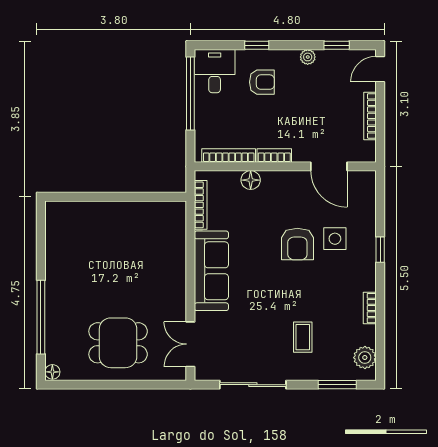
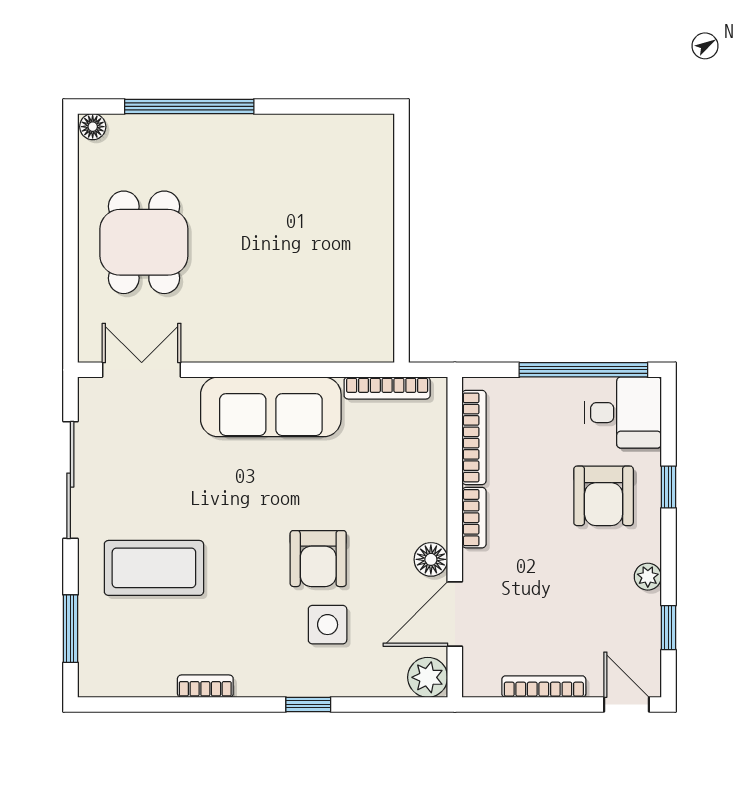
armchair: (262, 82) -> (604, 496), width x1.38, depth x1.38
floor lamp: (251, 180) -> (431, 559), moved
armchair: (297, 244) -> (318, 559), turned -90
coffee table: (303, 337) -> (154, 568), width x1.86, depth x1.72
plant: (365, 358) -> (428, 677), moved

